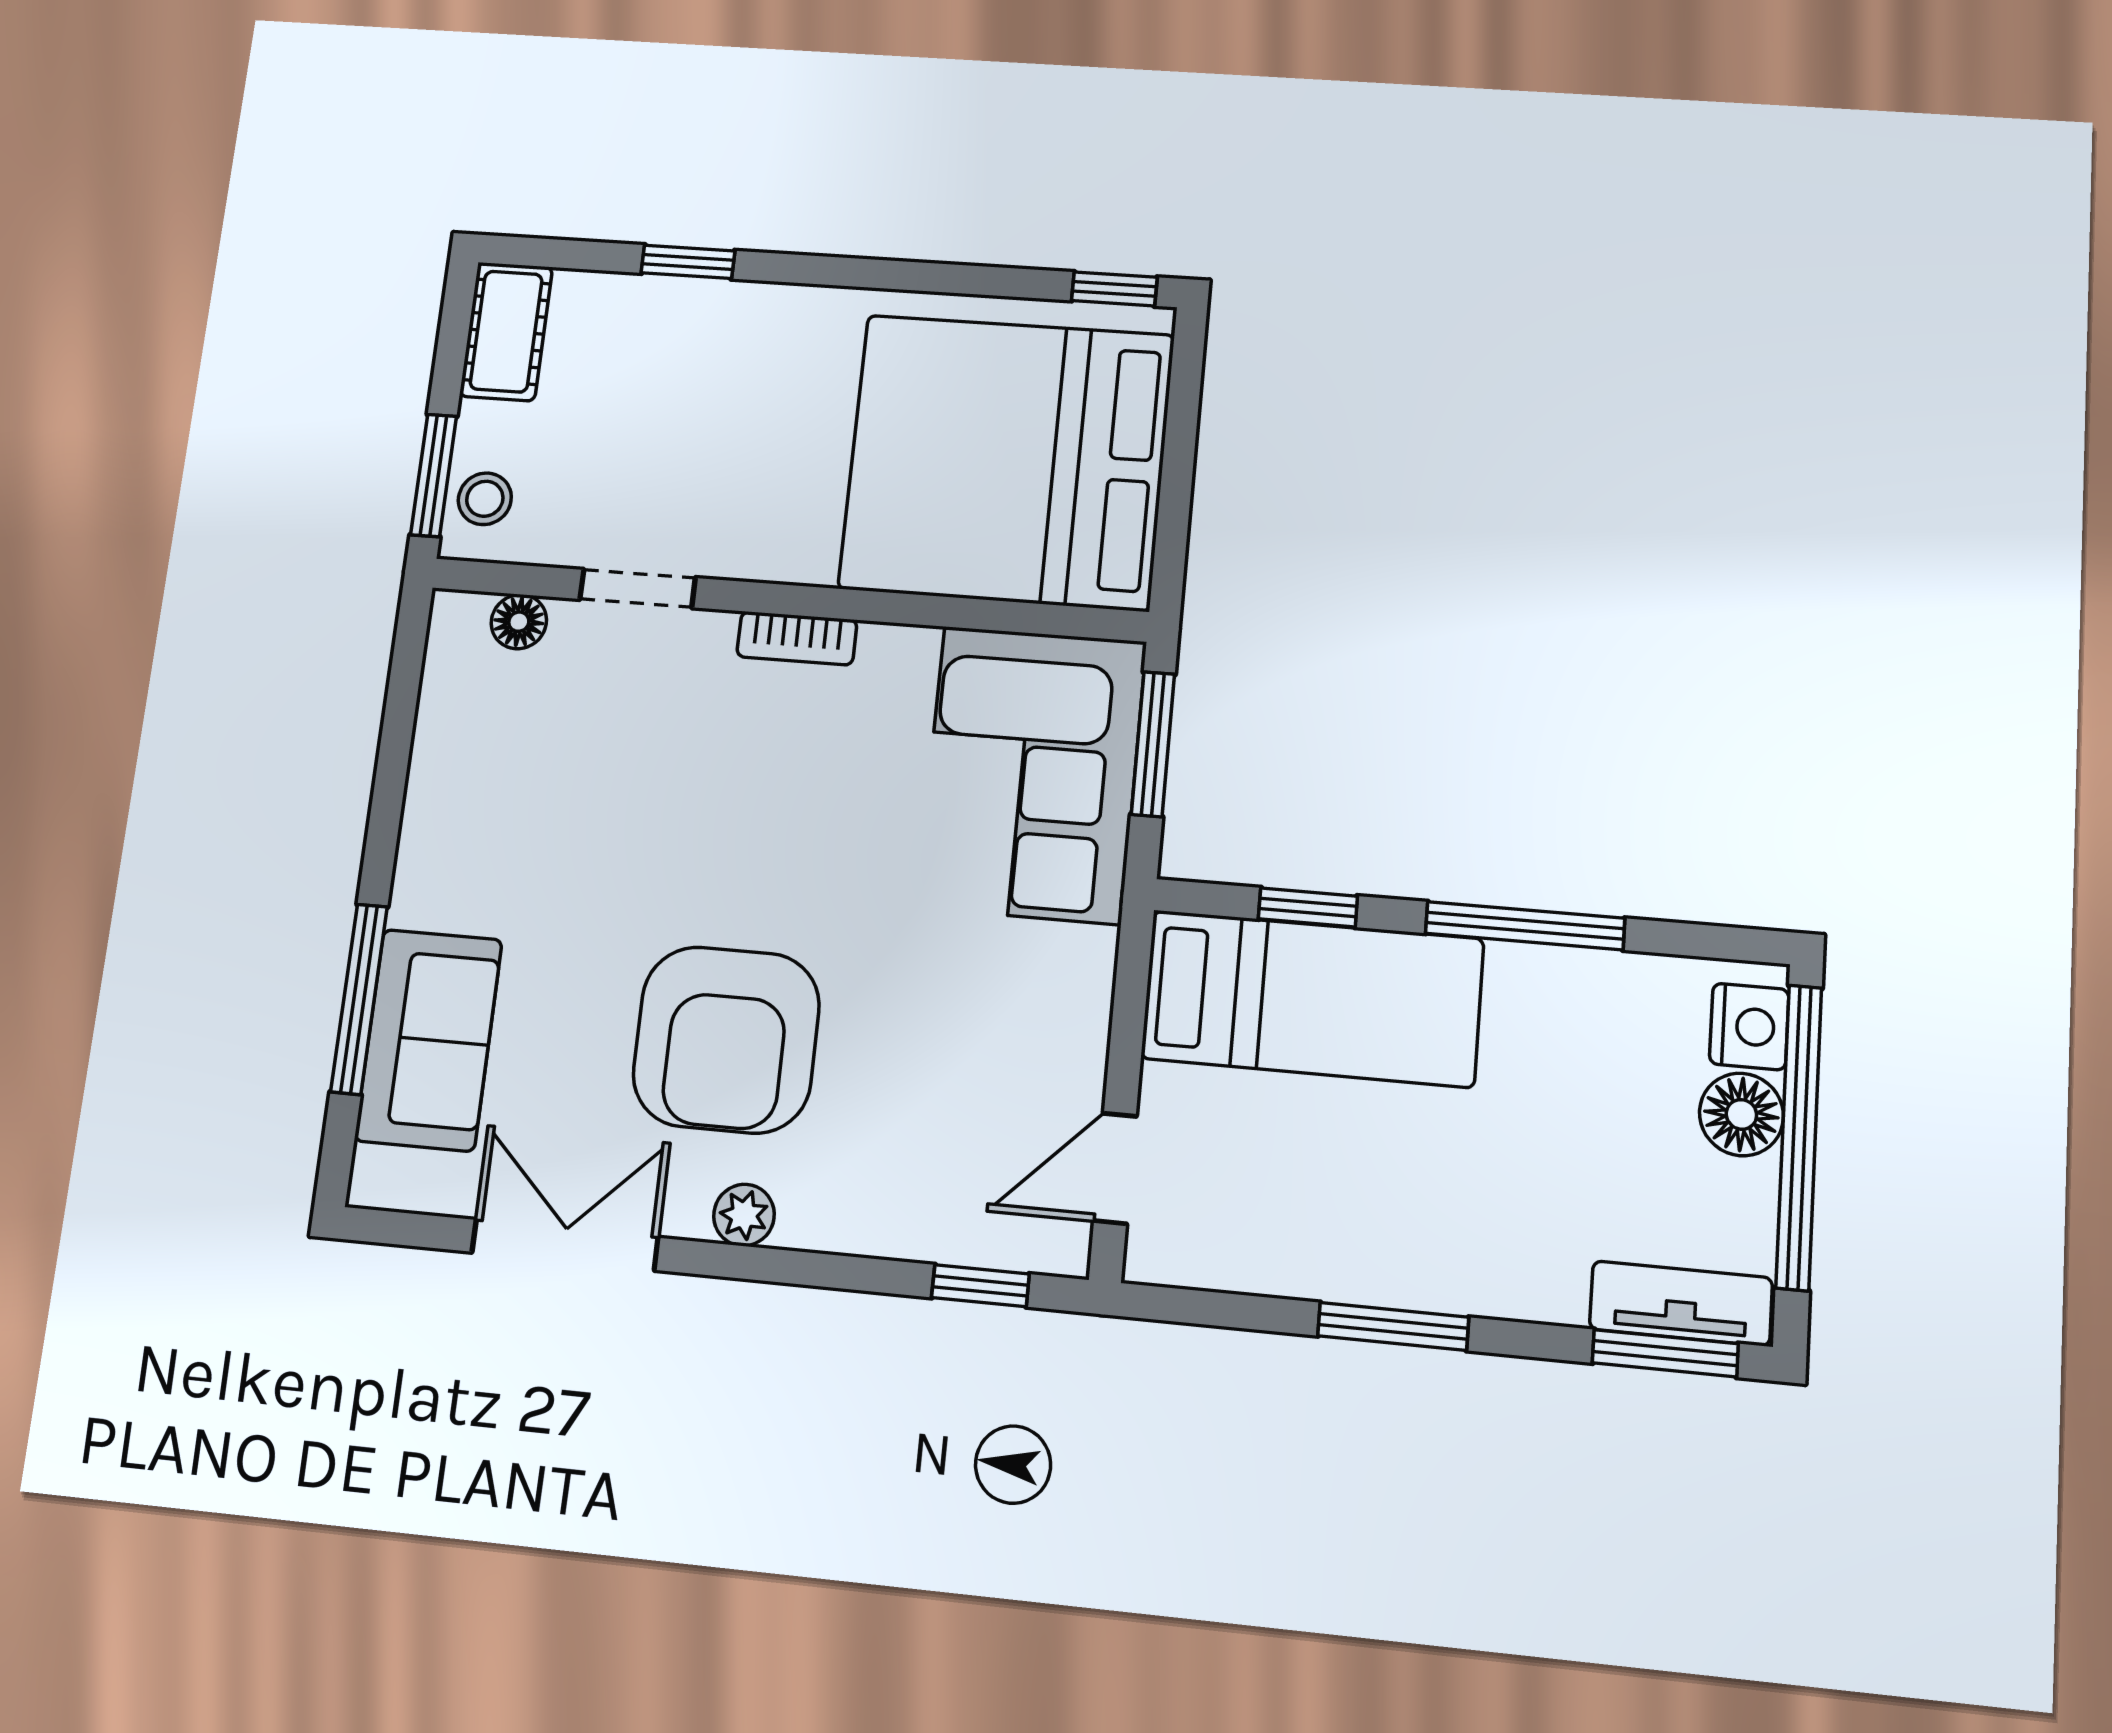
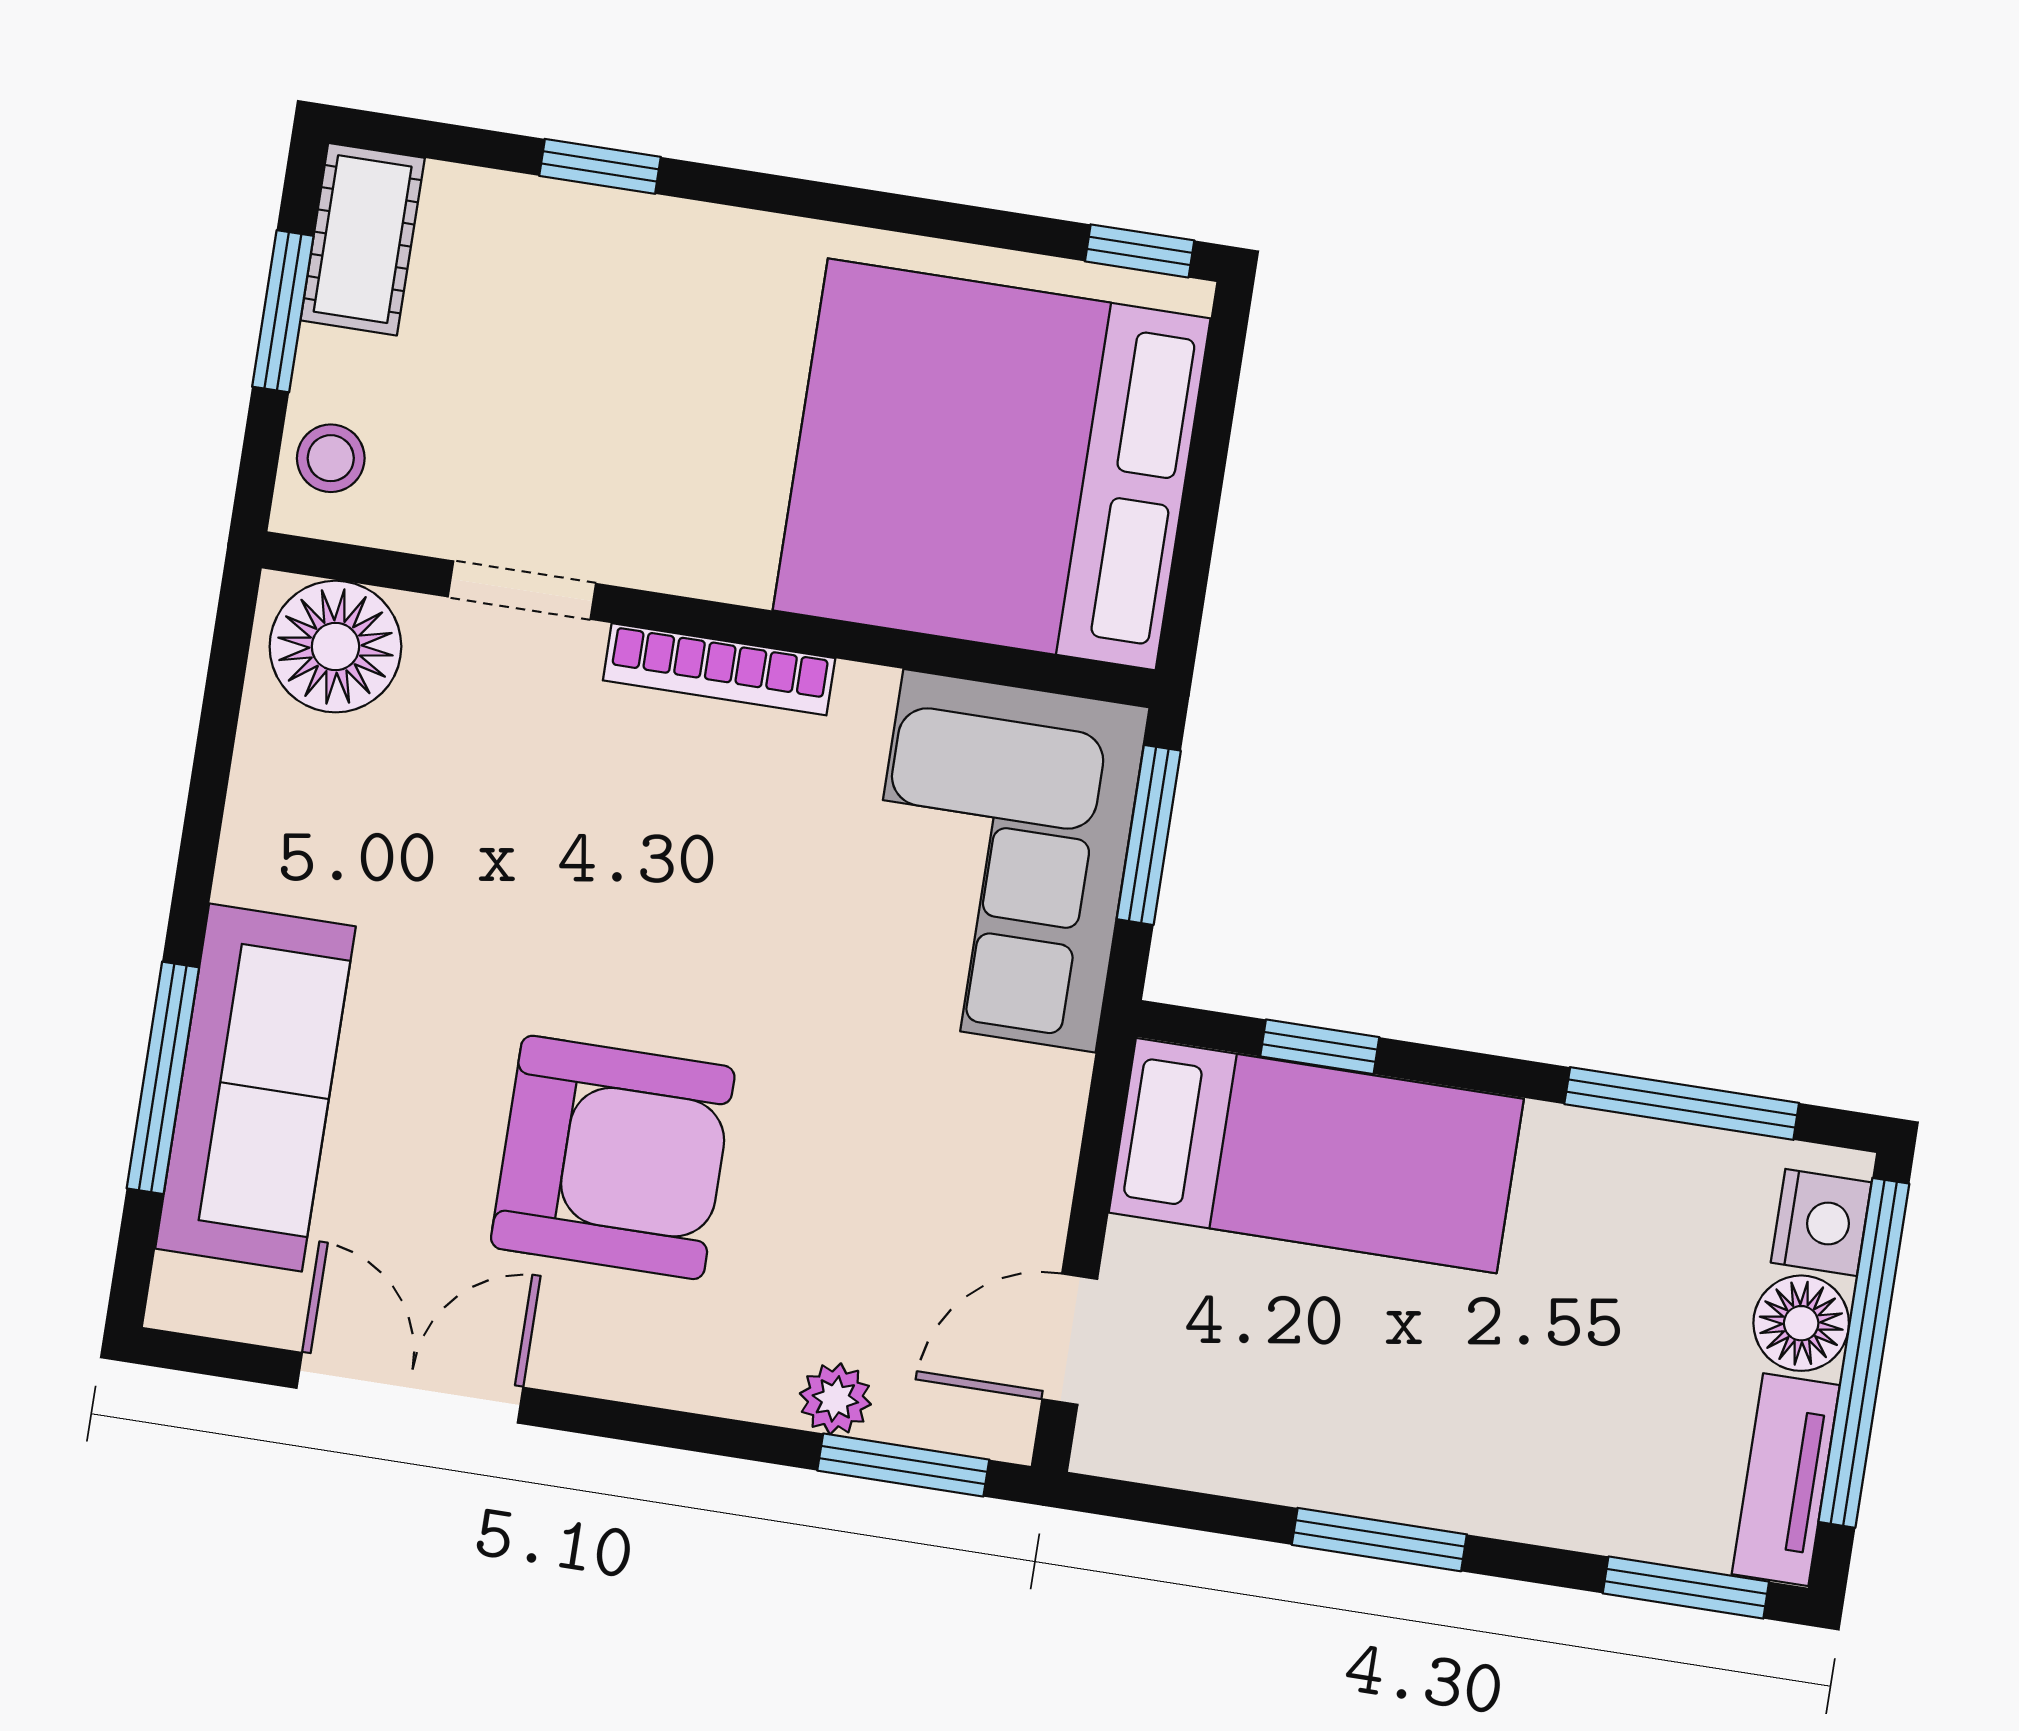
window: (434, 475) -> (283, 311), moved
floor lamp: (519, 622) -> (335, 647), width x1.89, depth x1.89
bookcase: (797, 638) -> (719, 669), width x1.56
window: (1525, 926) -> (1682, 1104), moved
sofa: (429, 1040) -> (255, 1088), width x1.36
armchair: (726, 1040) -> (613, 1157), turned -90
plant: (744, 1215) -> (835, 1399), moved
window: (980, 1286) -> (903, 1465), width x1.50
tv unit: (1681, 1303) -> (1786, 1480), moved, turned -90

